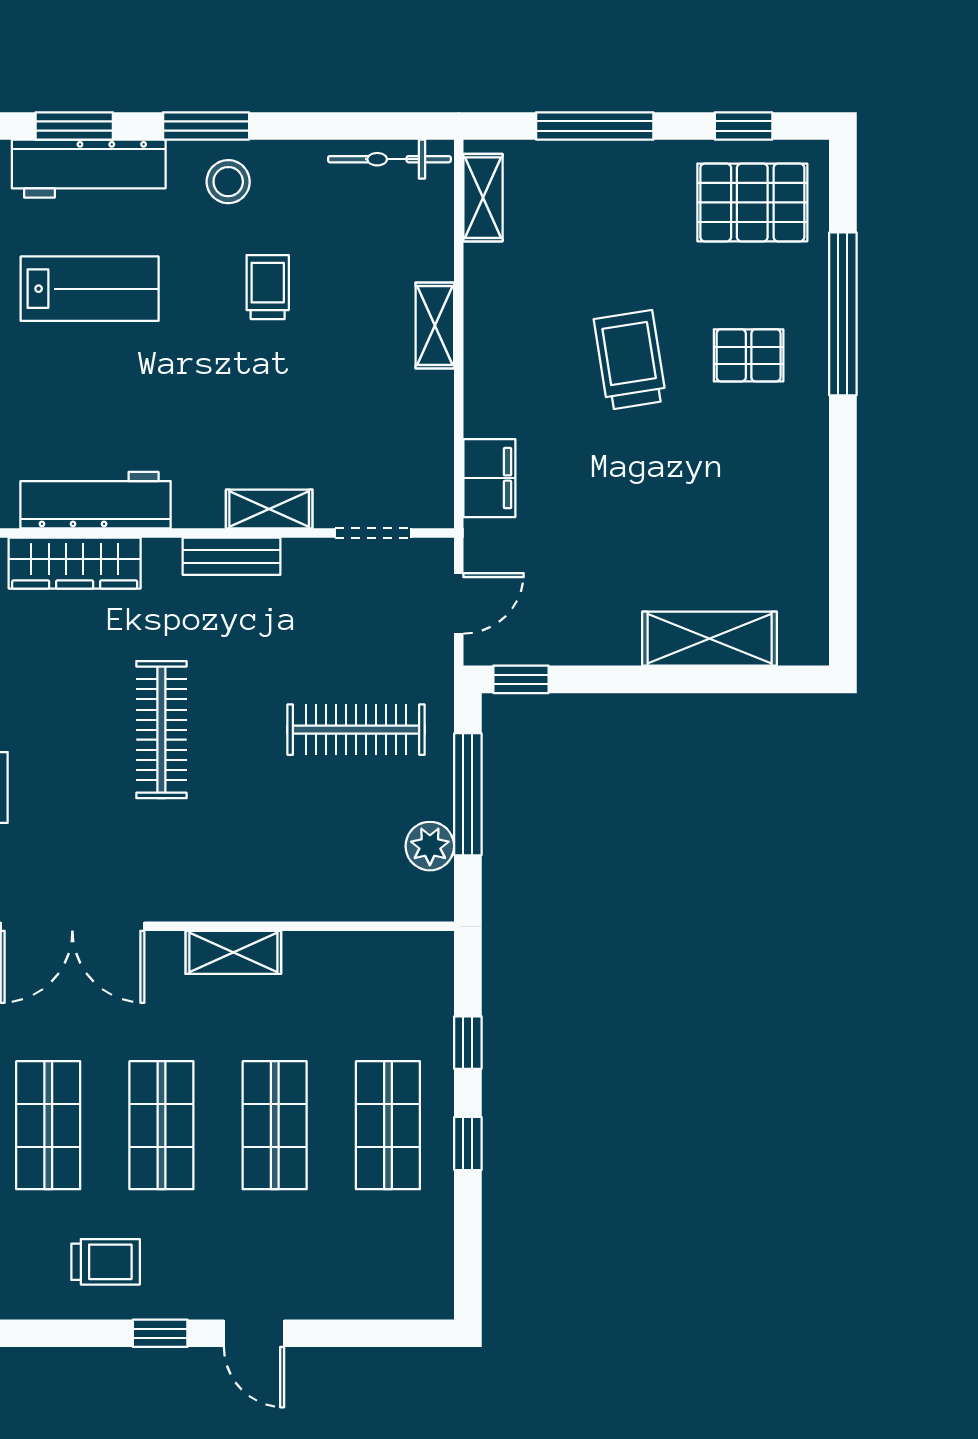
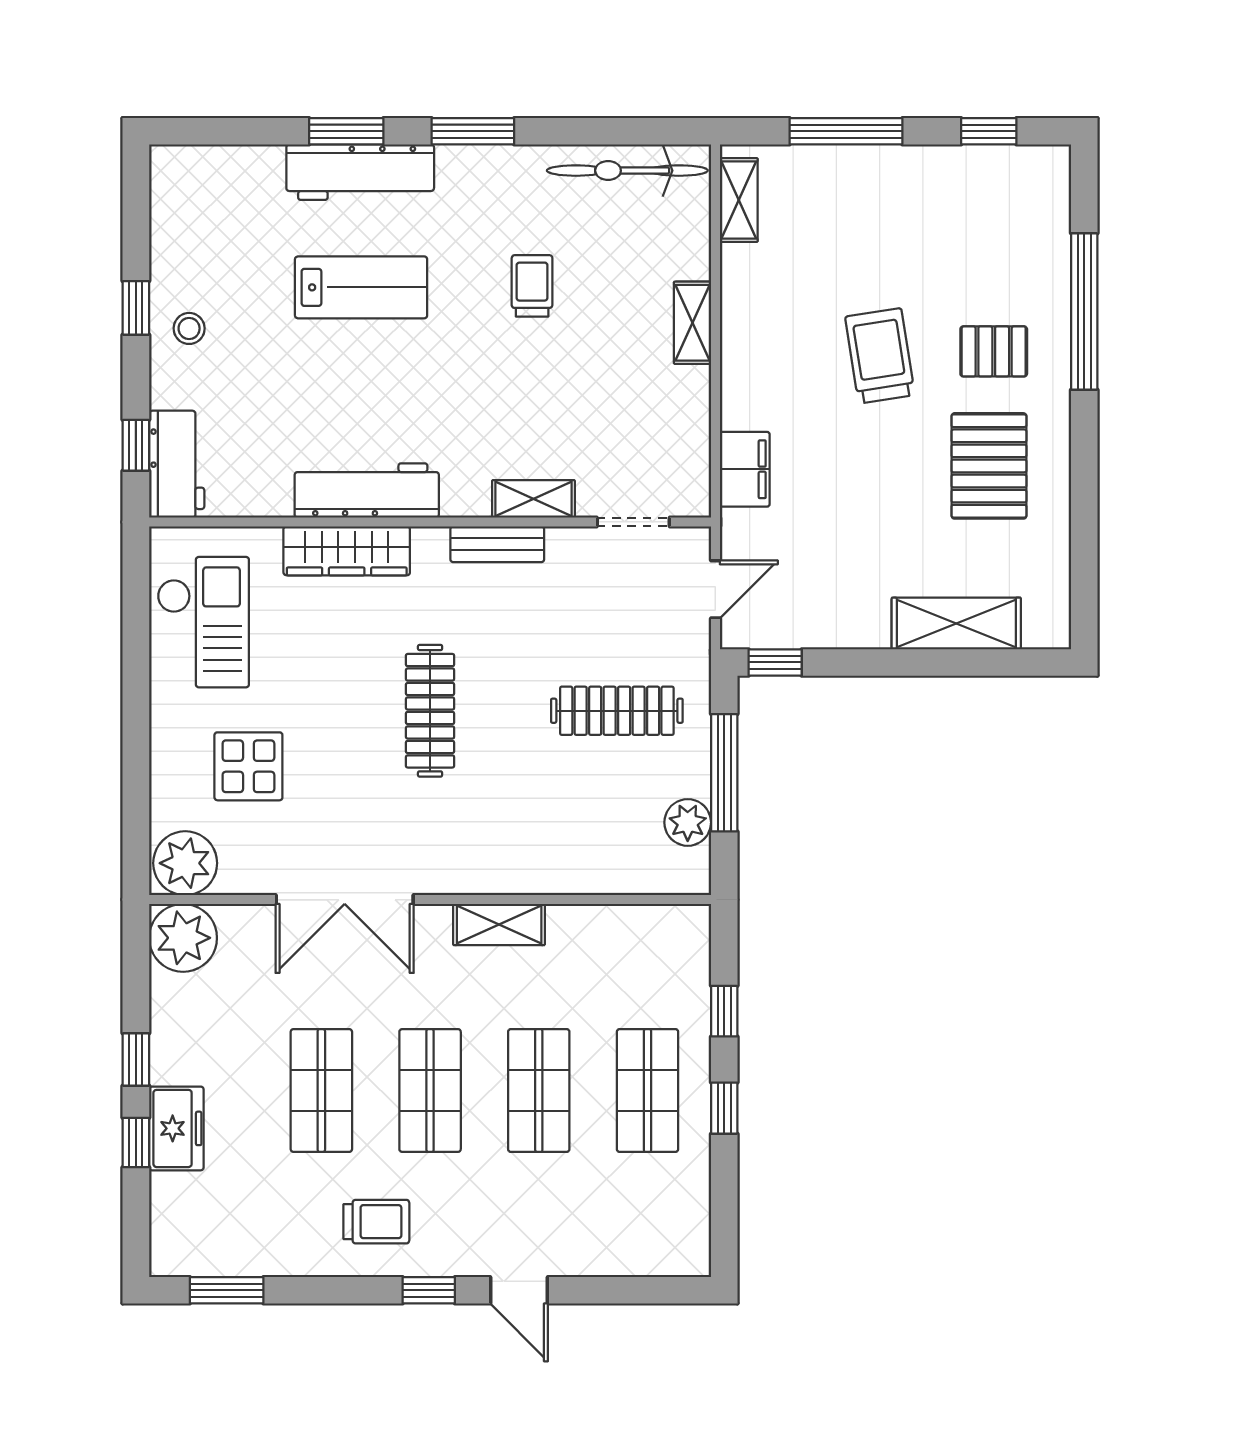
bicycle: (389, 159) -> (627, 171), width x1.37, depth x1.40
stool: (228, 182) -> (494, 185), removed
pallet: (752, 202) -> (989, 466), moved, turned 90

